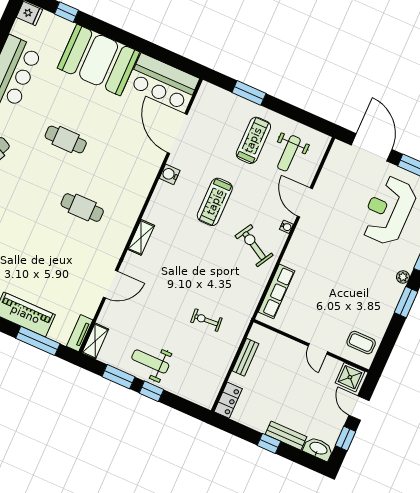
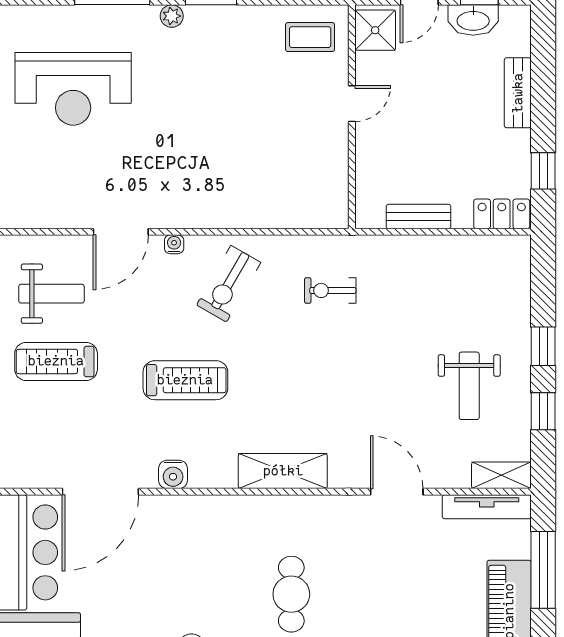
shelving: (141, 237) -> (283, 471), width x1.50, depth x1.33
row of seats: (277, 291) -> (288, 213), removed
exercise bike: (206, 320) -> (330, 290), moved, turned 94
tv unit: (80, 333) -> (487, 507), width x1.41
coffee table: (361, 343) -> (310, 37), turned 90
weight bench: (150, 361) -> (469, 386), moved
window: (118, 377) -> (543, 411), width x0.67
window: (269, 443) -> (543, 171), moved
washbasin: (318, 449) -> (473, 20), moved, turned -90

